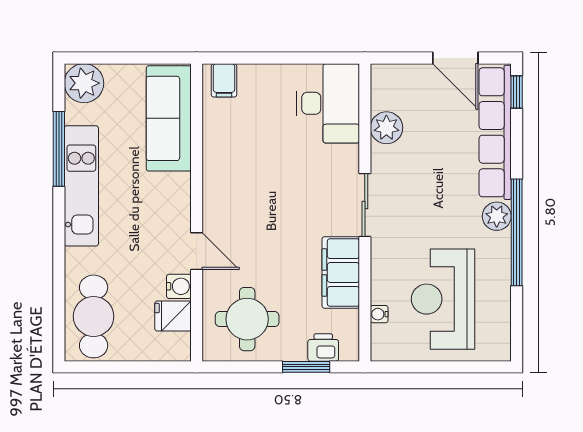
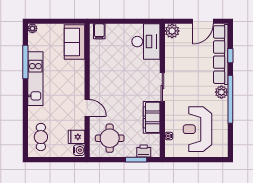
door: (455, 58) -> (203, 21), hinge flipped
plant: (84, 83) -> (32, 28), width x0.53, depth x0.53
window: (517, 92) -> (230, 56), moved
sofa: (169, 118) -> (75, 42), width x0.73
plant: (386, 128) -> (172, 31), moved
water cooler: (179, 286) -> (79, 150), moved
cafe table: (94, 316) -> (41, 137), width x0.73, depth x0.74

